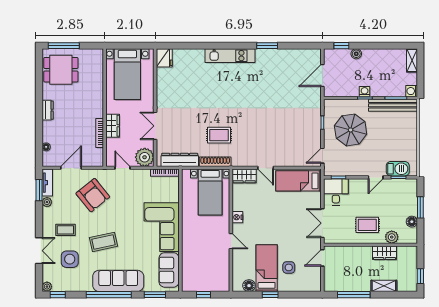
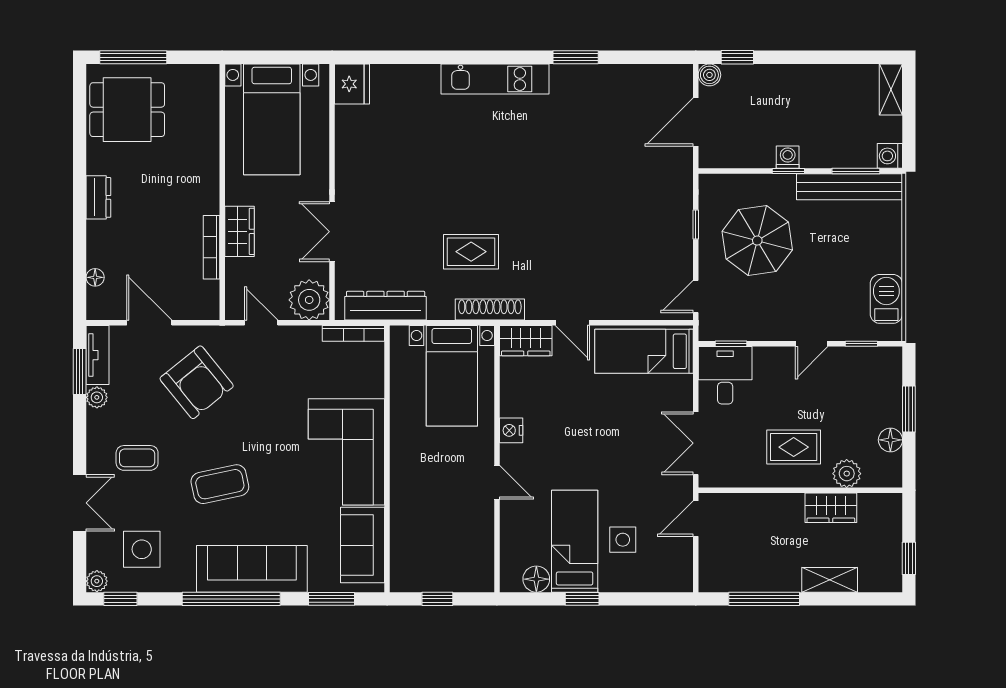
boiler: (356, 54) -> (709, 75), moved
shoe rack: (215, 162) -> (490, 310), moved
door: (71, 168) -> (149, 323), hinge flipped
barbecue: (398, 169) -> (886, 299), moved, turned -90
side table: (70, 259) -> (142, 549), moved

